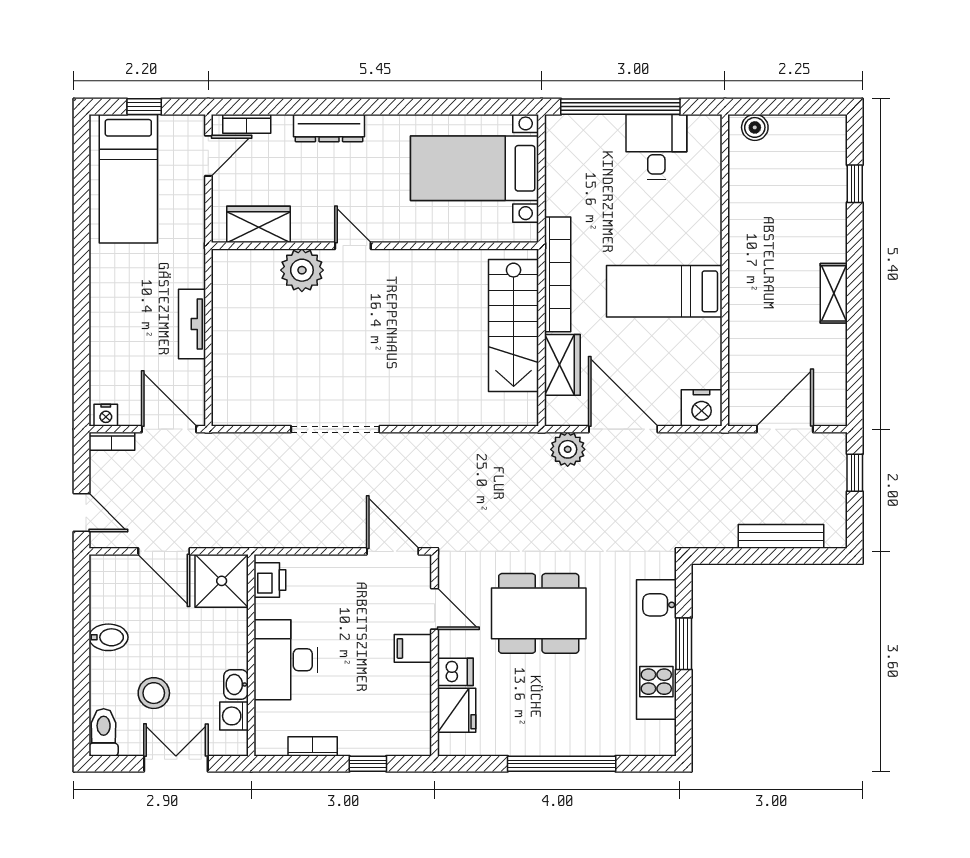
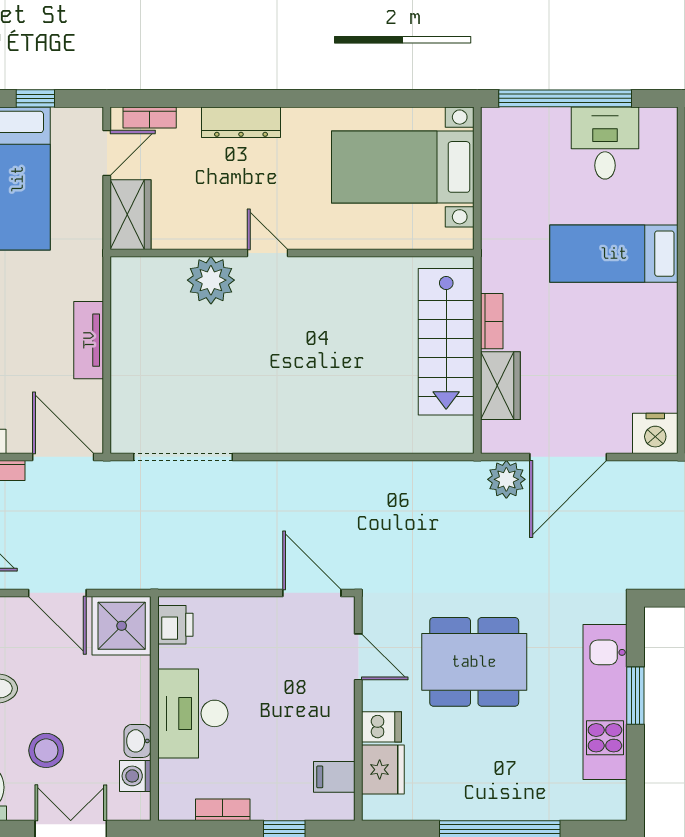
wardrobe: (259, 224) -> (131, 215), moved, turned 90
bookcase: (558, 274) -> (492, 321), width x0.43, depth x0.76
bed: (664, 291) -> (614, 254), moved
doorway: (335, 429) -> (183, 457), moved
door: (623, 429) -> (568, 457), swing flipped
filing cabinet: (413, 648) -> (334, 777), moved

